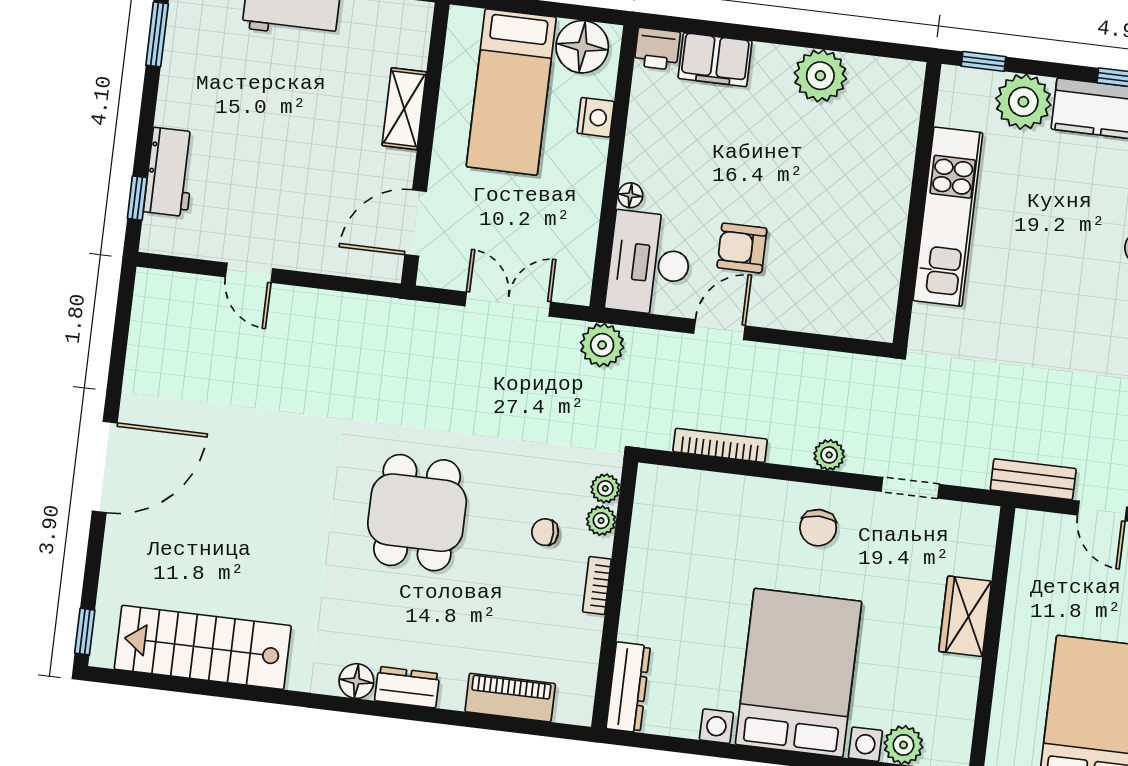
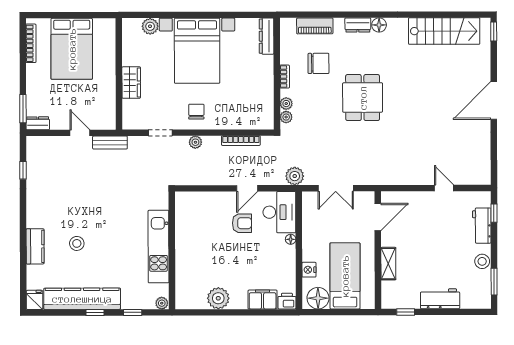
window: (983, 61) -> (133, 312), moved
stool: (180, 86) -> (482, 261), added
plant: (1023, 102) -> (162, 303), moved, width x0.53, depth x0.53
chair: (545, 532) -> (318, 63), moved, width x1.87, depth x1.87

